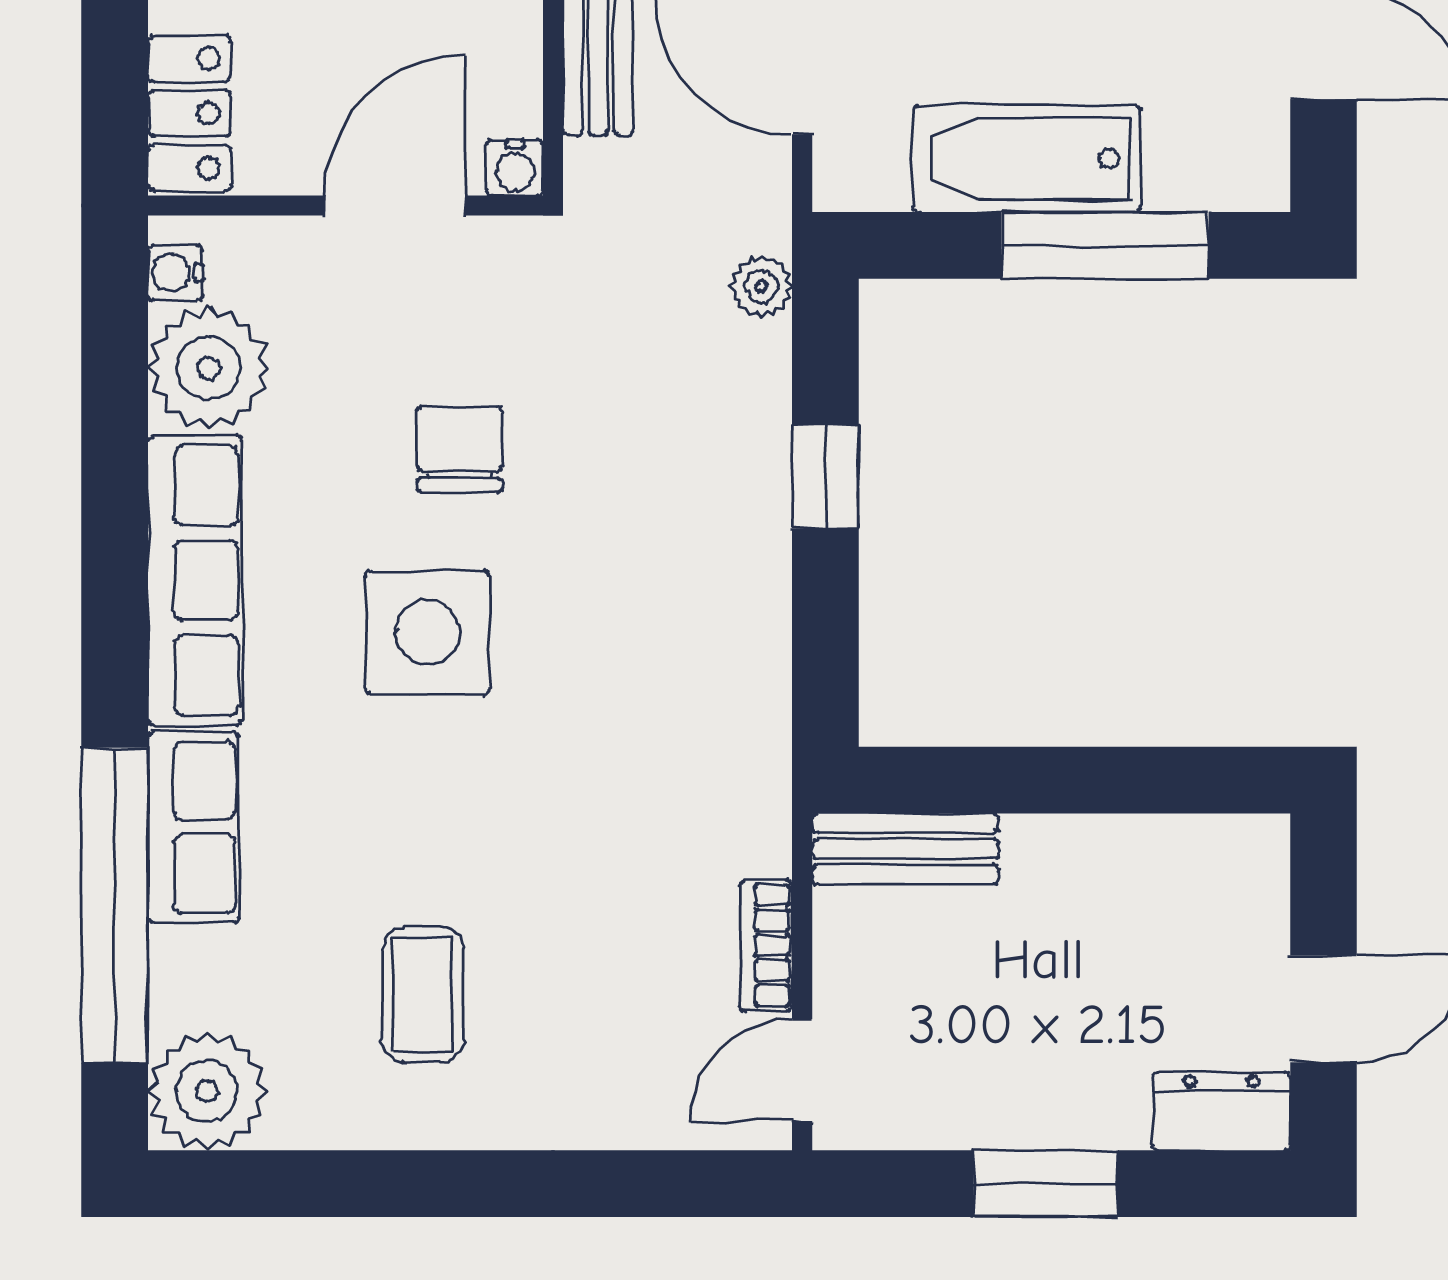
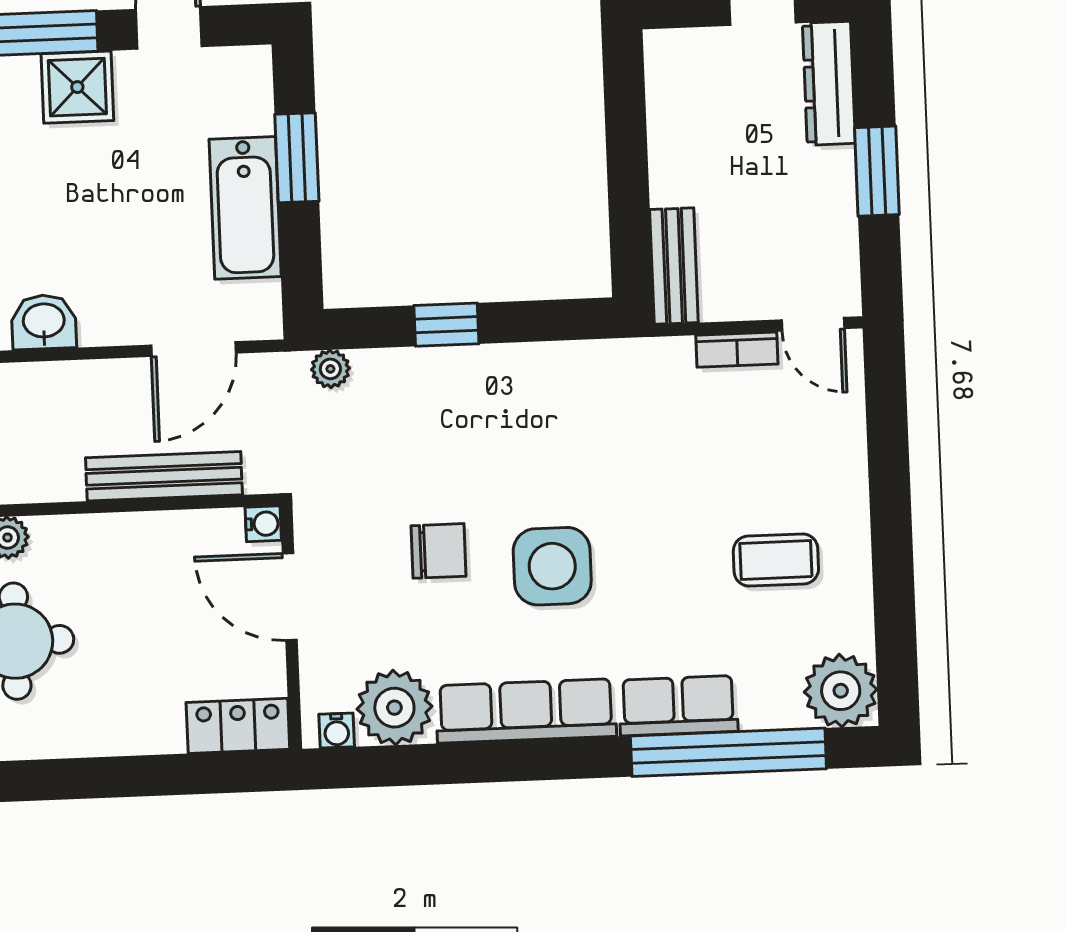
window: (1105, 245) -> (297, 158), width x0.69
chair: (459, 449) -> (438, 551), turned 180
dresser: (1221, 1112) -> (829, 83), width x1.44

